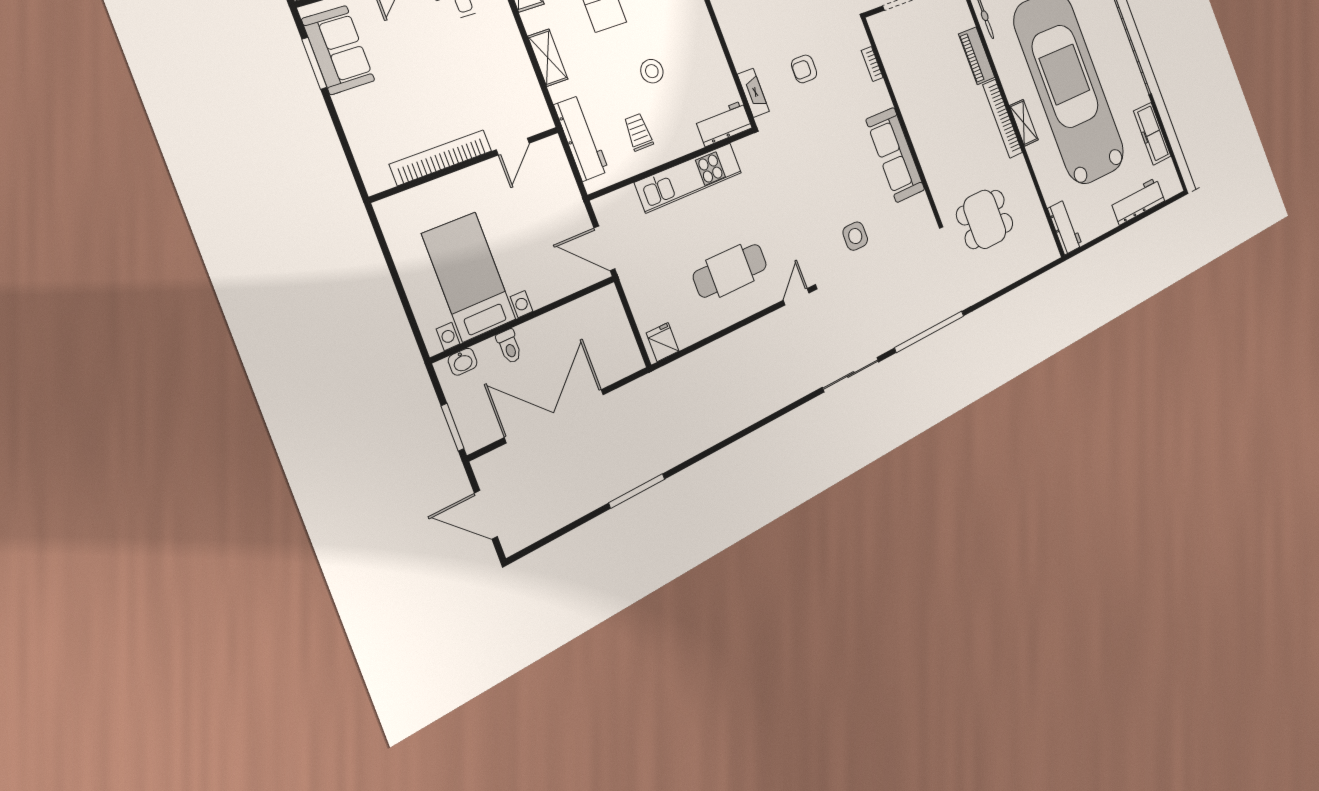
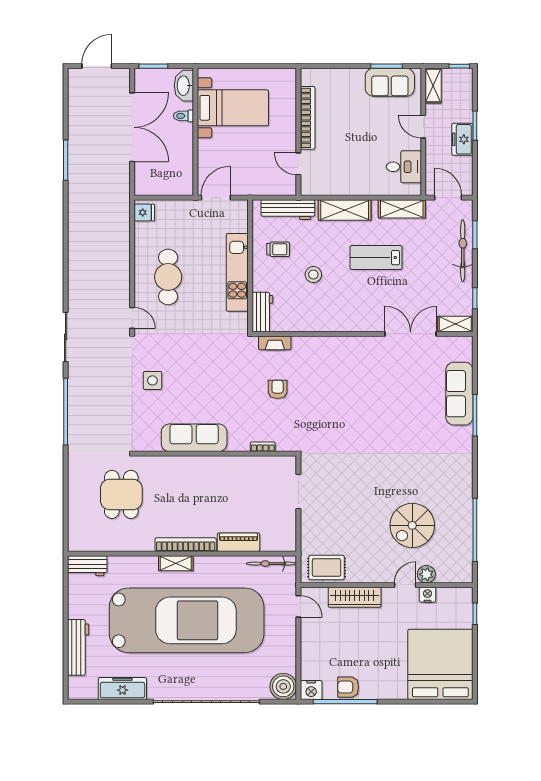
shelving: (548, 58) -> (345, 210), width x1.50, depth x1.33
washbasin: (463, 362) -> (184, 86), width x1.91, depth x1.45

